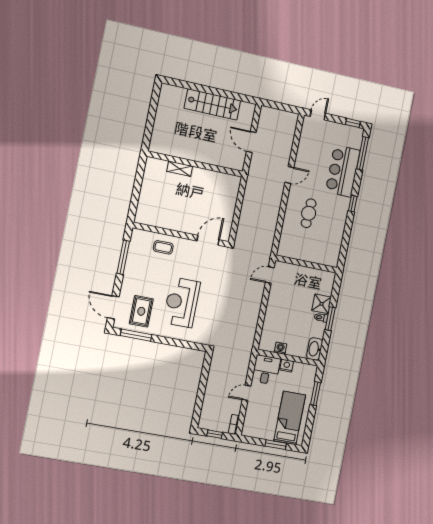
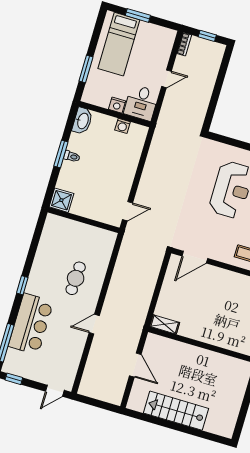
shelving: (180, 169) -> (165, 324), moved
shower: (322, 304) -> (61, 200), moved

